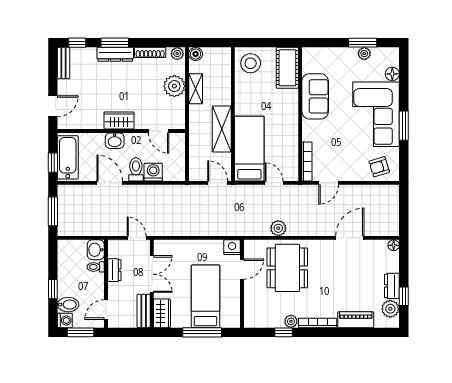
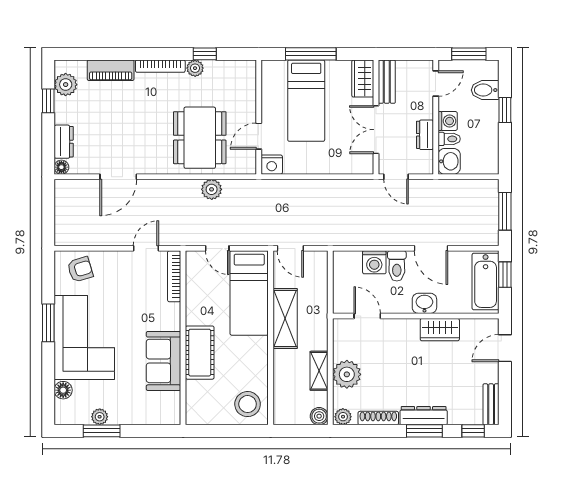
cot: (287, 68) -> (200, 353), moved
wardrobe: (119, 120) -> (440, 330), moved
dresser: (392, 286) -> (64, 142), moved
washing machine: (65, 320) -> (448, 121), moved, turned 180

